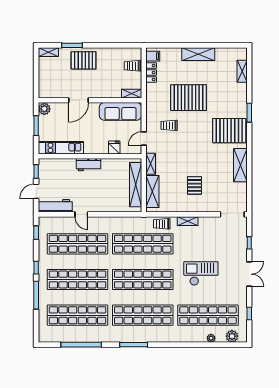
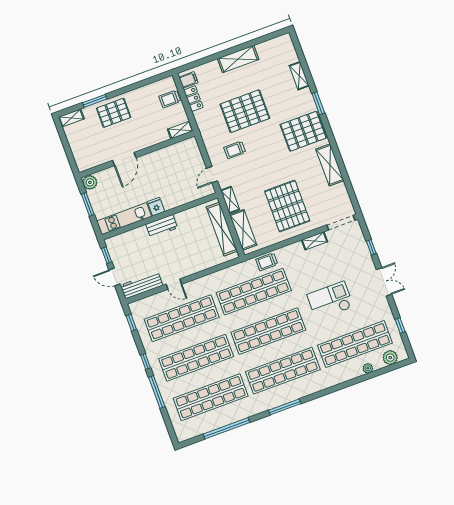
shelving: (242, 71) -> (299, 76), moved
sofa: (121, 111) -> (175, 154), removed
fridge: (114, 147) -> (156, 207), moved
pallet: (194, 185) -> (287, 206), width x2.05, depth x2.00
door: (36, 191) -> (114, 277), hinge flipped
shelving: (188, 221) -> (314, 241), moved

